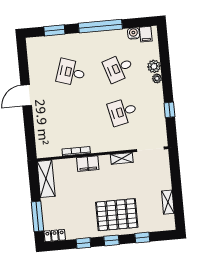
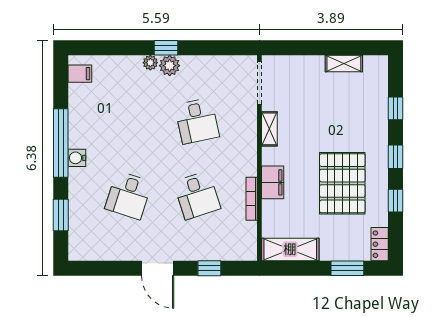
water cooler: (133, 33) -> (77, 158), moved
plant: (154, 66) -> (170, 66), moved
desk: (119, 68) -> (197, 195), moved
window: (169, 110) -> (166, 48), moved
window: (29, 128) -> (209, 268), added
pallet: (117, 215) -> (342, 183), moved
window: (37, 216) -> (347, 268), width x0.69

